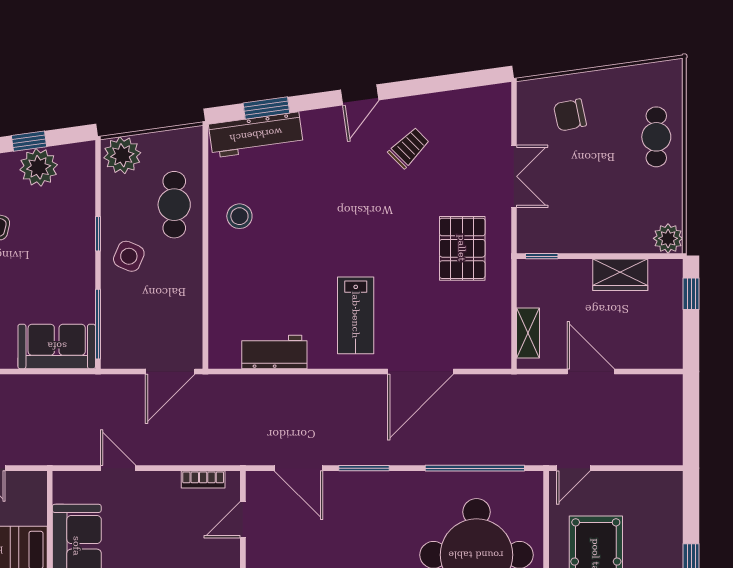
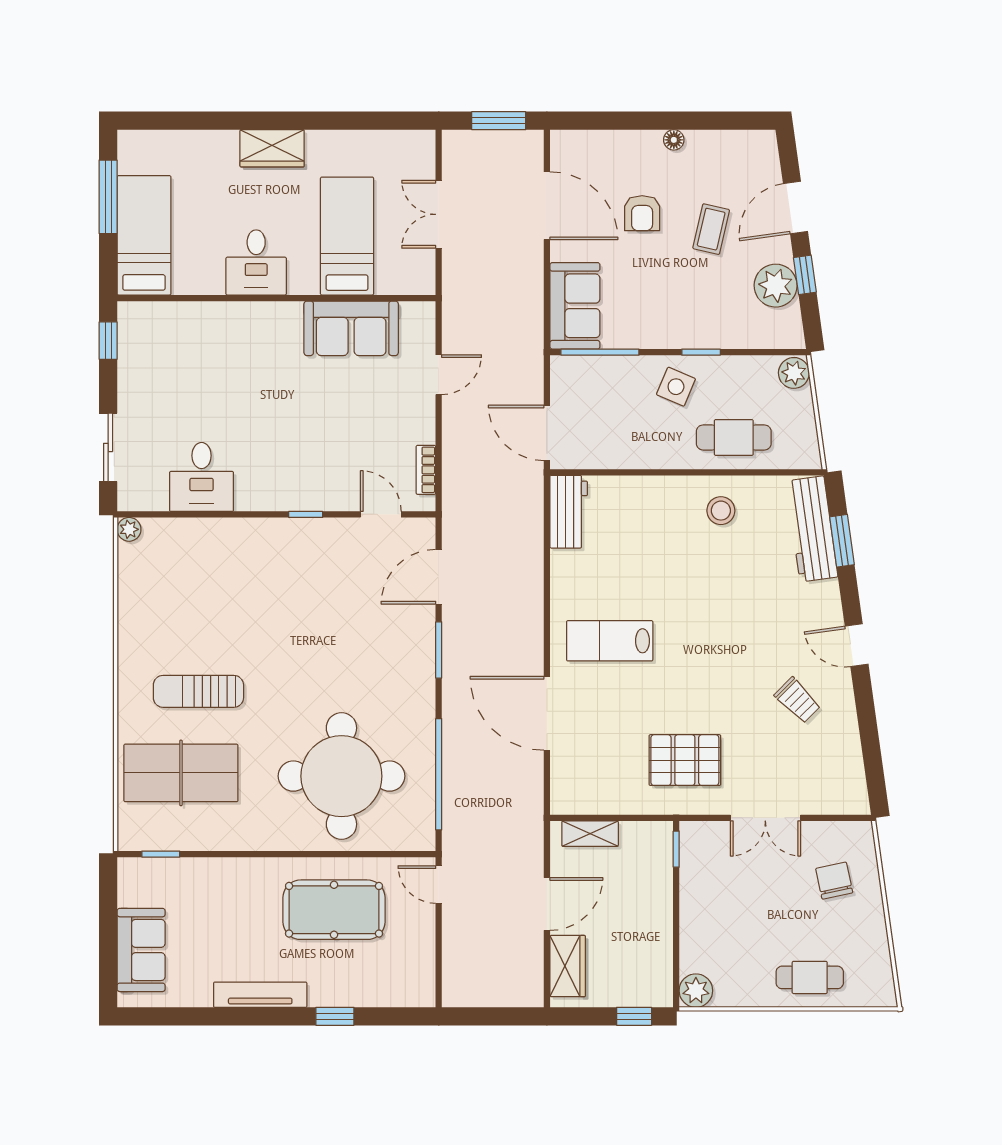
plant: (122, 155) -> (794, 373), width x0.73, depth x0.73
wardrobe: (620, 275) -> (568, 966), moved, turned 180
workbench: (274, 352) -> (569, 512), moved

